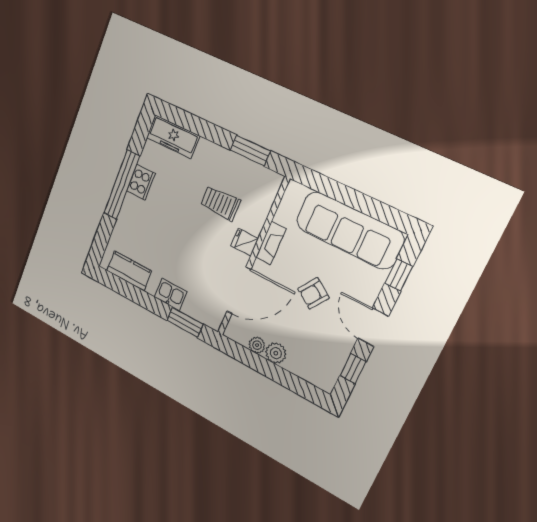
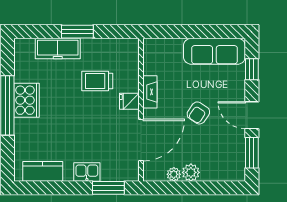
freezer: (173, 137) -> (58, 49), moved
window: (250, 151) -> (77, 32), moved
cooker: (141, 182) -> (27, 100), width x1.37, depth x1.31
sofa: (349, 230) -> (214, 51), width x0.74, depth x0.79
window: (353, 369) -> (252, 153), width x1.50

